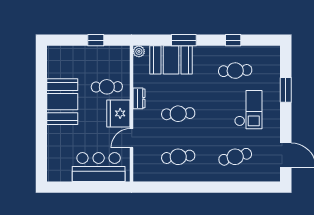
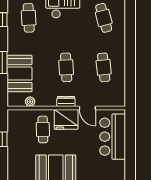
plant: (139, 51) -> (30, 102), moved
dresser: (139, 98) -> (66, 101), moved

